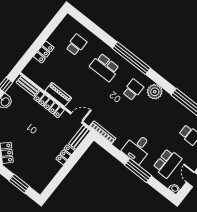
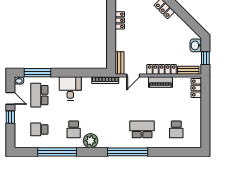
locker: (44, 52) -> (196, 88), moved
school desk: (133, 90) -> (74, 129), moved
locker: (65, 155) -> (120, 20), moved
window: (138, 170) -> (38, 73), moved

